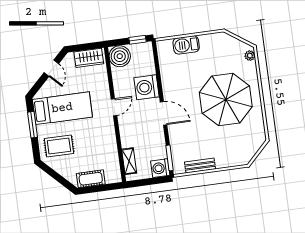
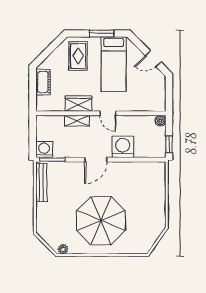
barbecue: (186, 45) -> (158, 190), removed
boiler: (120, 56) -> (160, 121), width x0.54, depth x0.54
plant: (250, 56) -> (63, 249), moved
wardrobe: (89, 58) -> (79, 104), moved, turned 90
shelving: (129, 161) -> (77, 121), moved
bench: (200, 166) -> (41, 182), width x1.36

